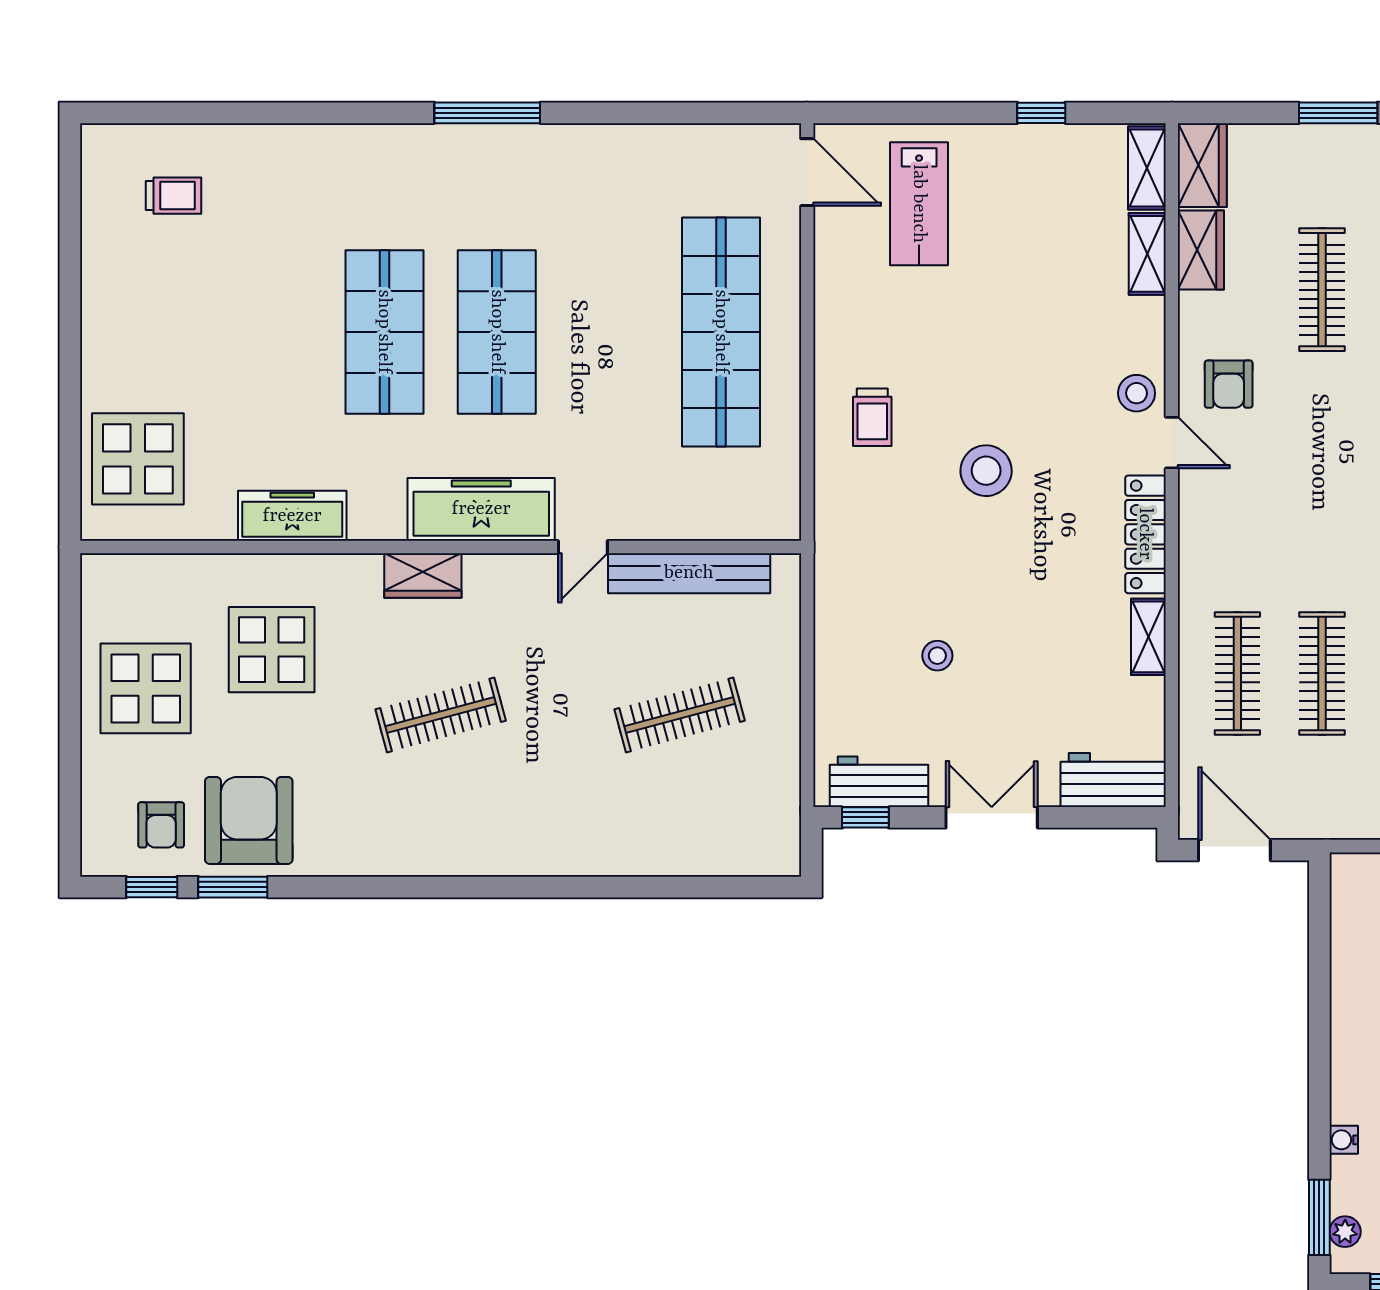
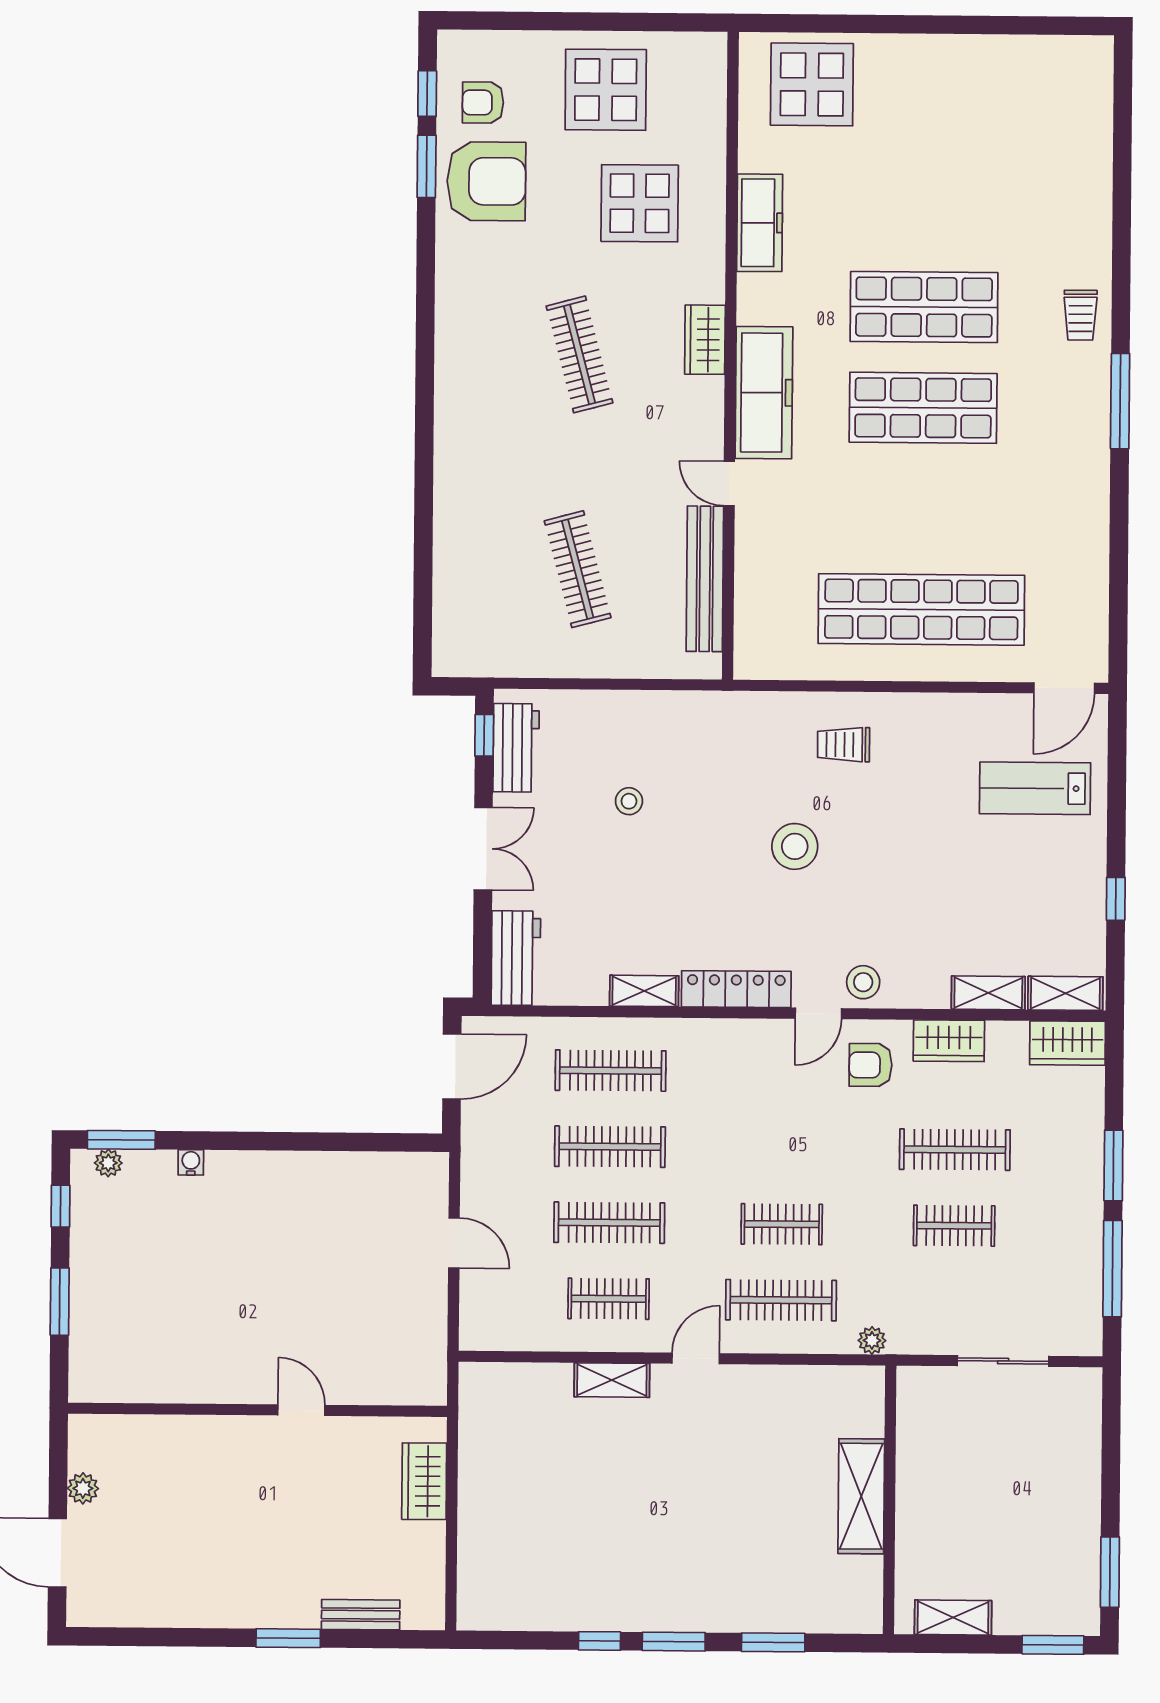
trolley: (174, 196) -> (1080, 315), moved
wardrobe: (1201, 250) -> (949, 1041), moved

